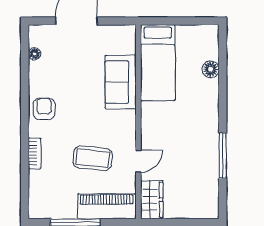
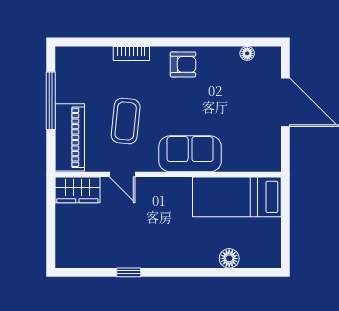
sofa: (121, 82) -> (190, 154), moved
window: (223, 156) -> (129, 272), width x0.46

